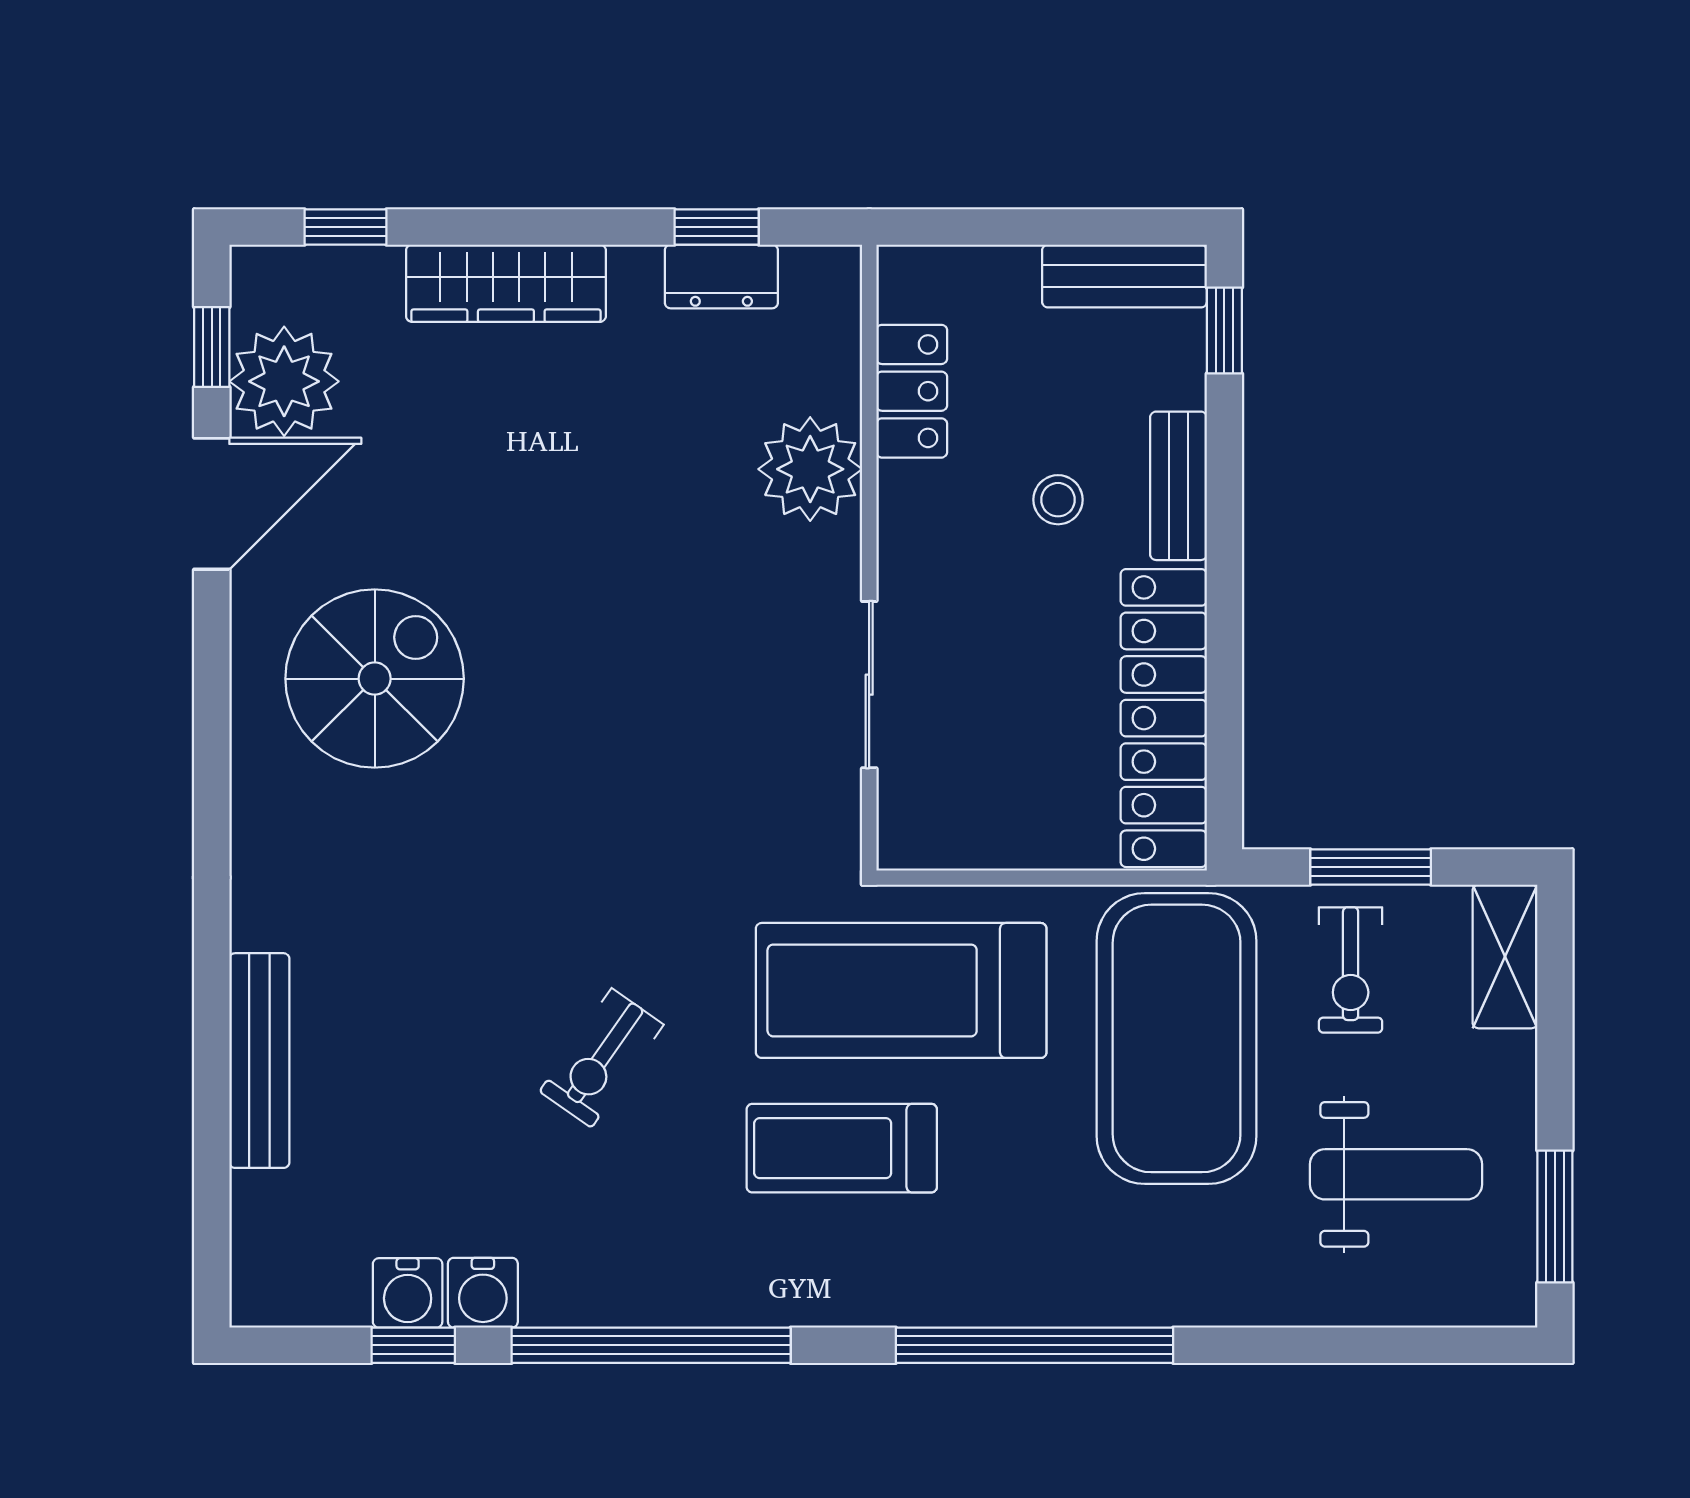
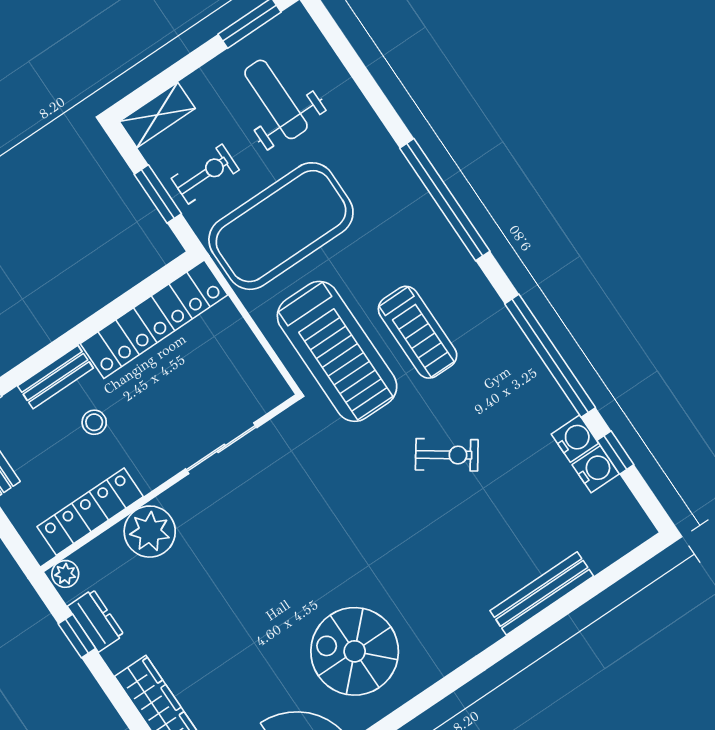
plant: (835, 278) -> (65, 574), added
locker: (912, 391) -> (90, 512), width x1.53

